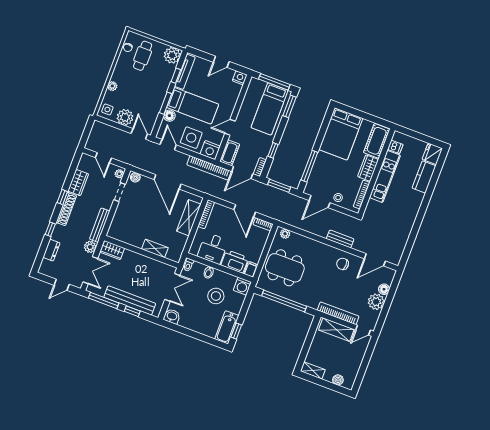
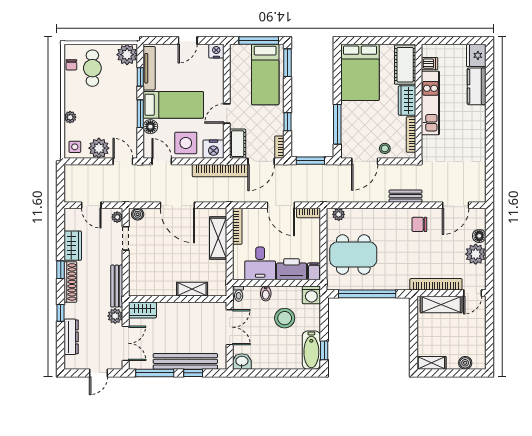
dresser: (51, 250) -> (71, 337), width x1.44

